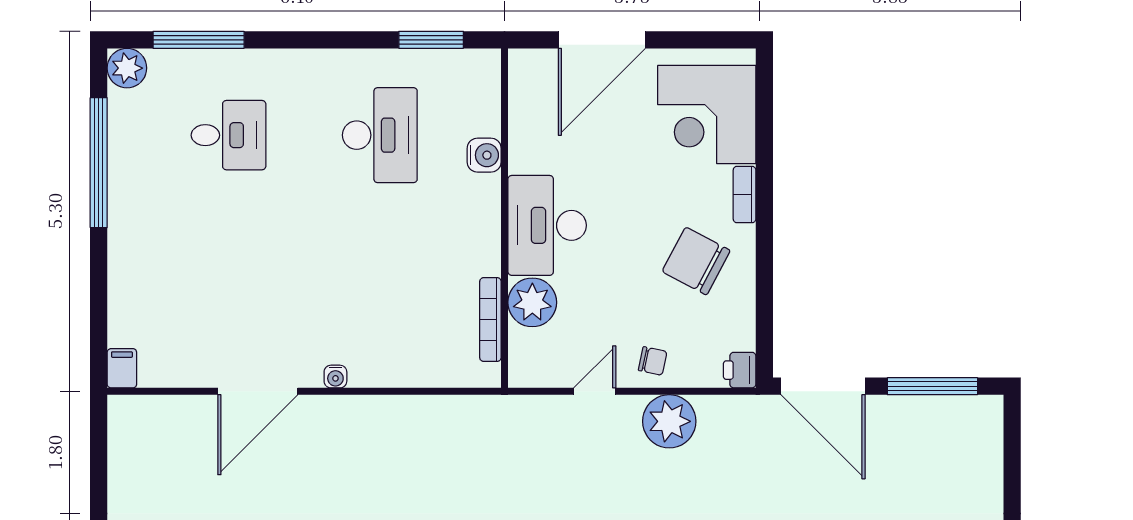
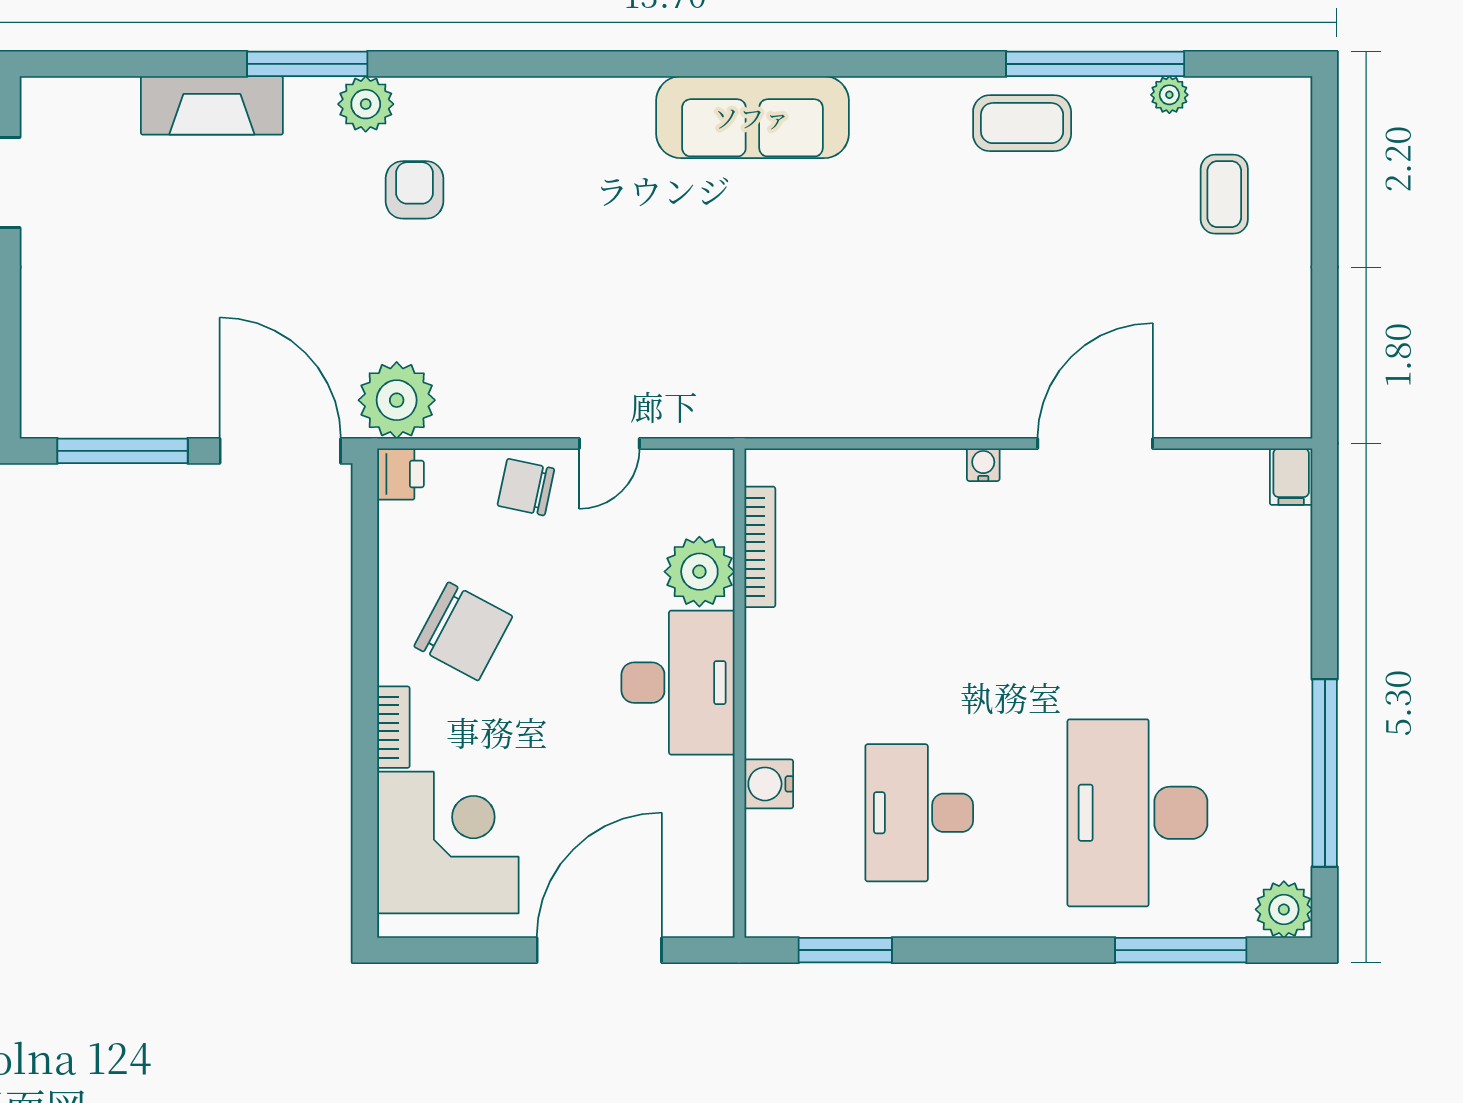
desk: (228, 135) -> (1137, 813), width x1.87, depth x1.30
chair: (653, 361) -> (526, 487), width x1.37, depth x1.37
plant: (669, 421) -> (397, 400), moved

